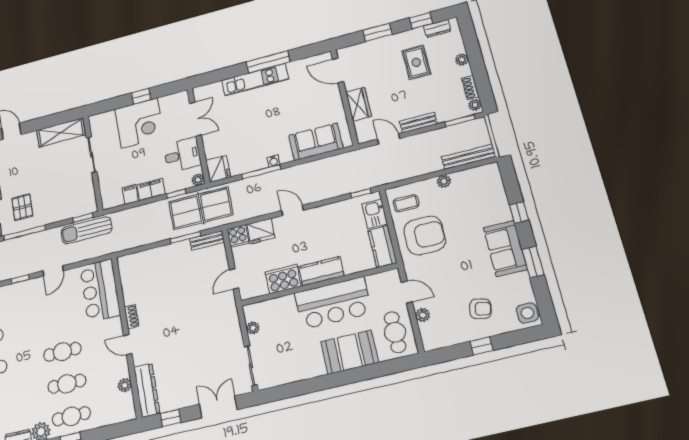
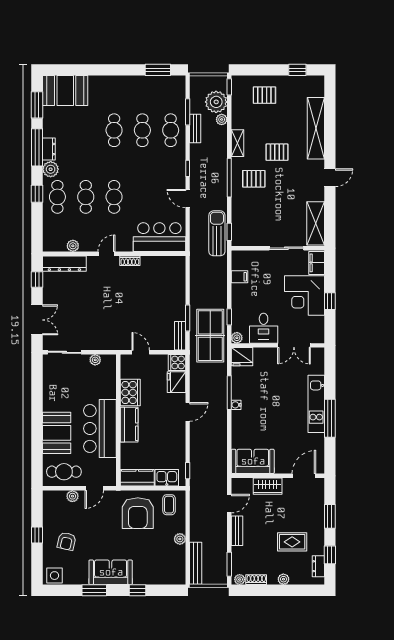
sofa: (316, 142) -> (253, 461), moved, turned -90
filing cabinet: (151, 189) -> (317, 263), moved, turned 180

